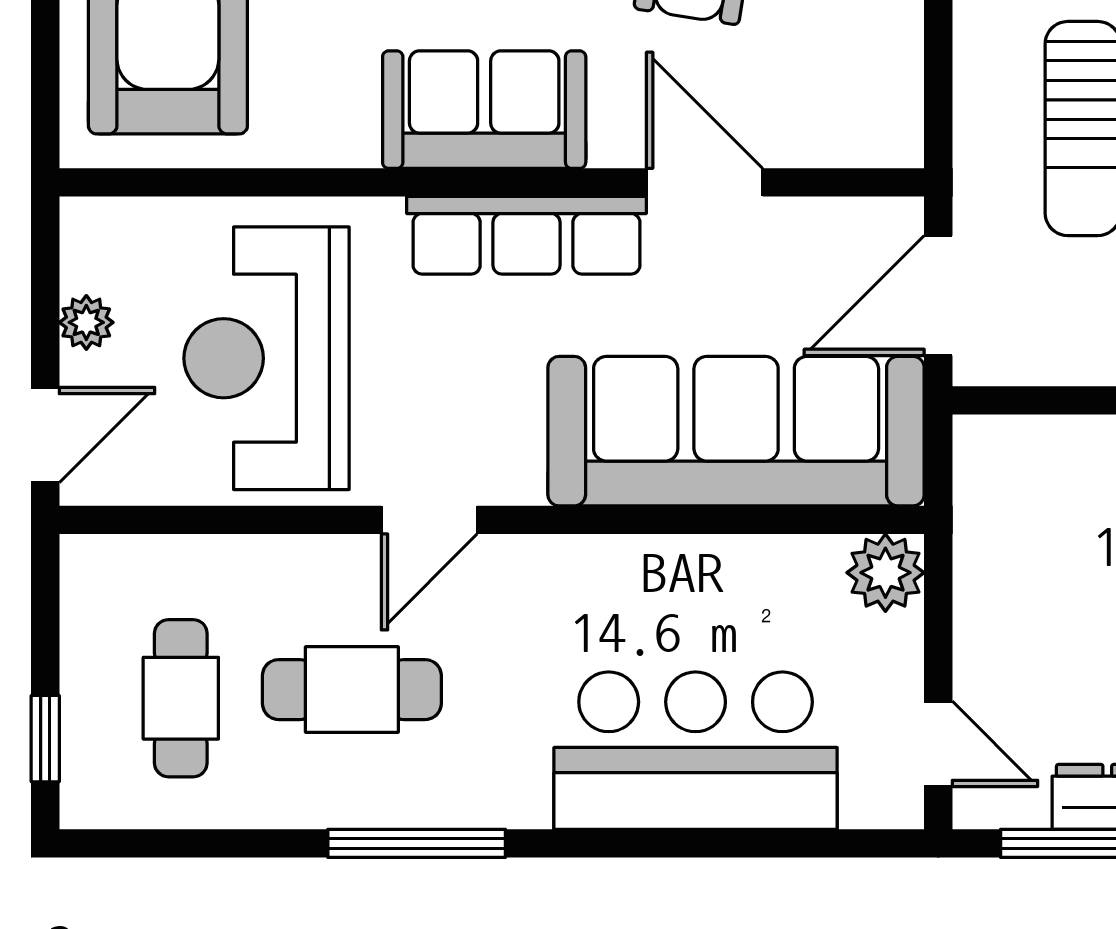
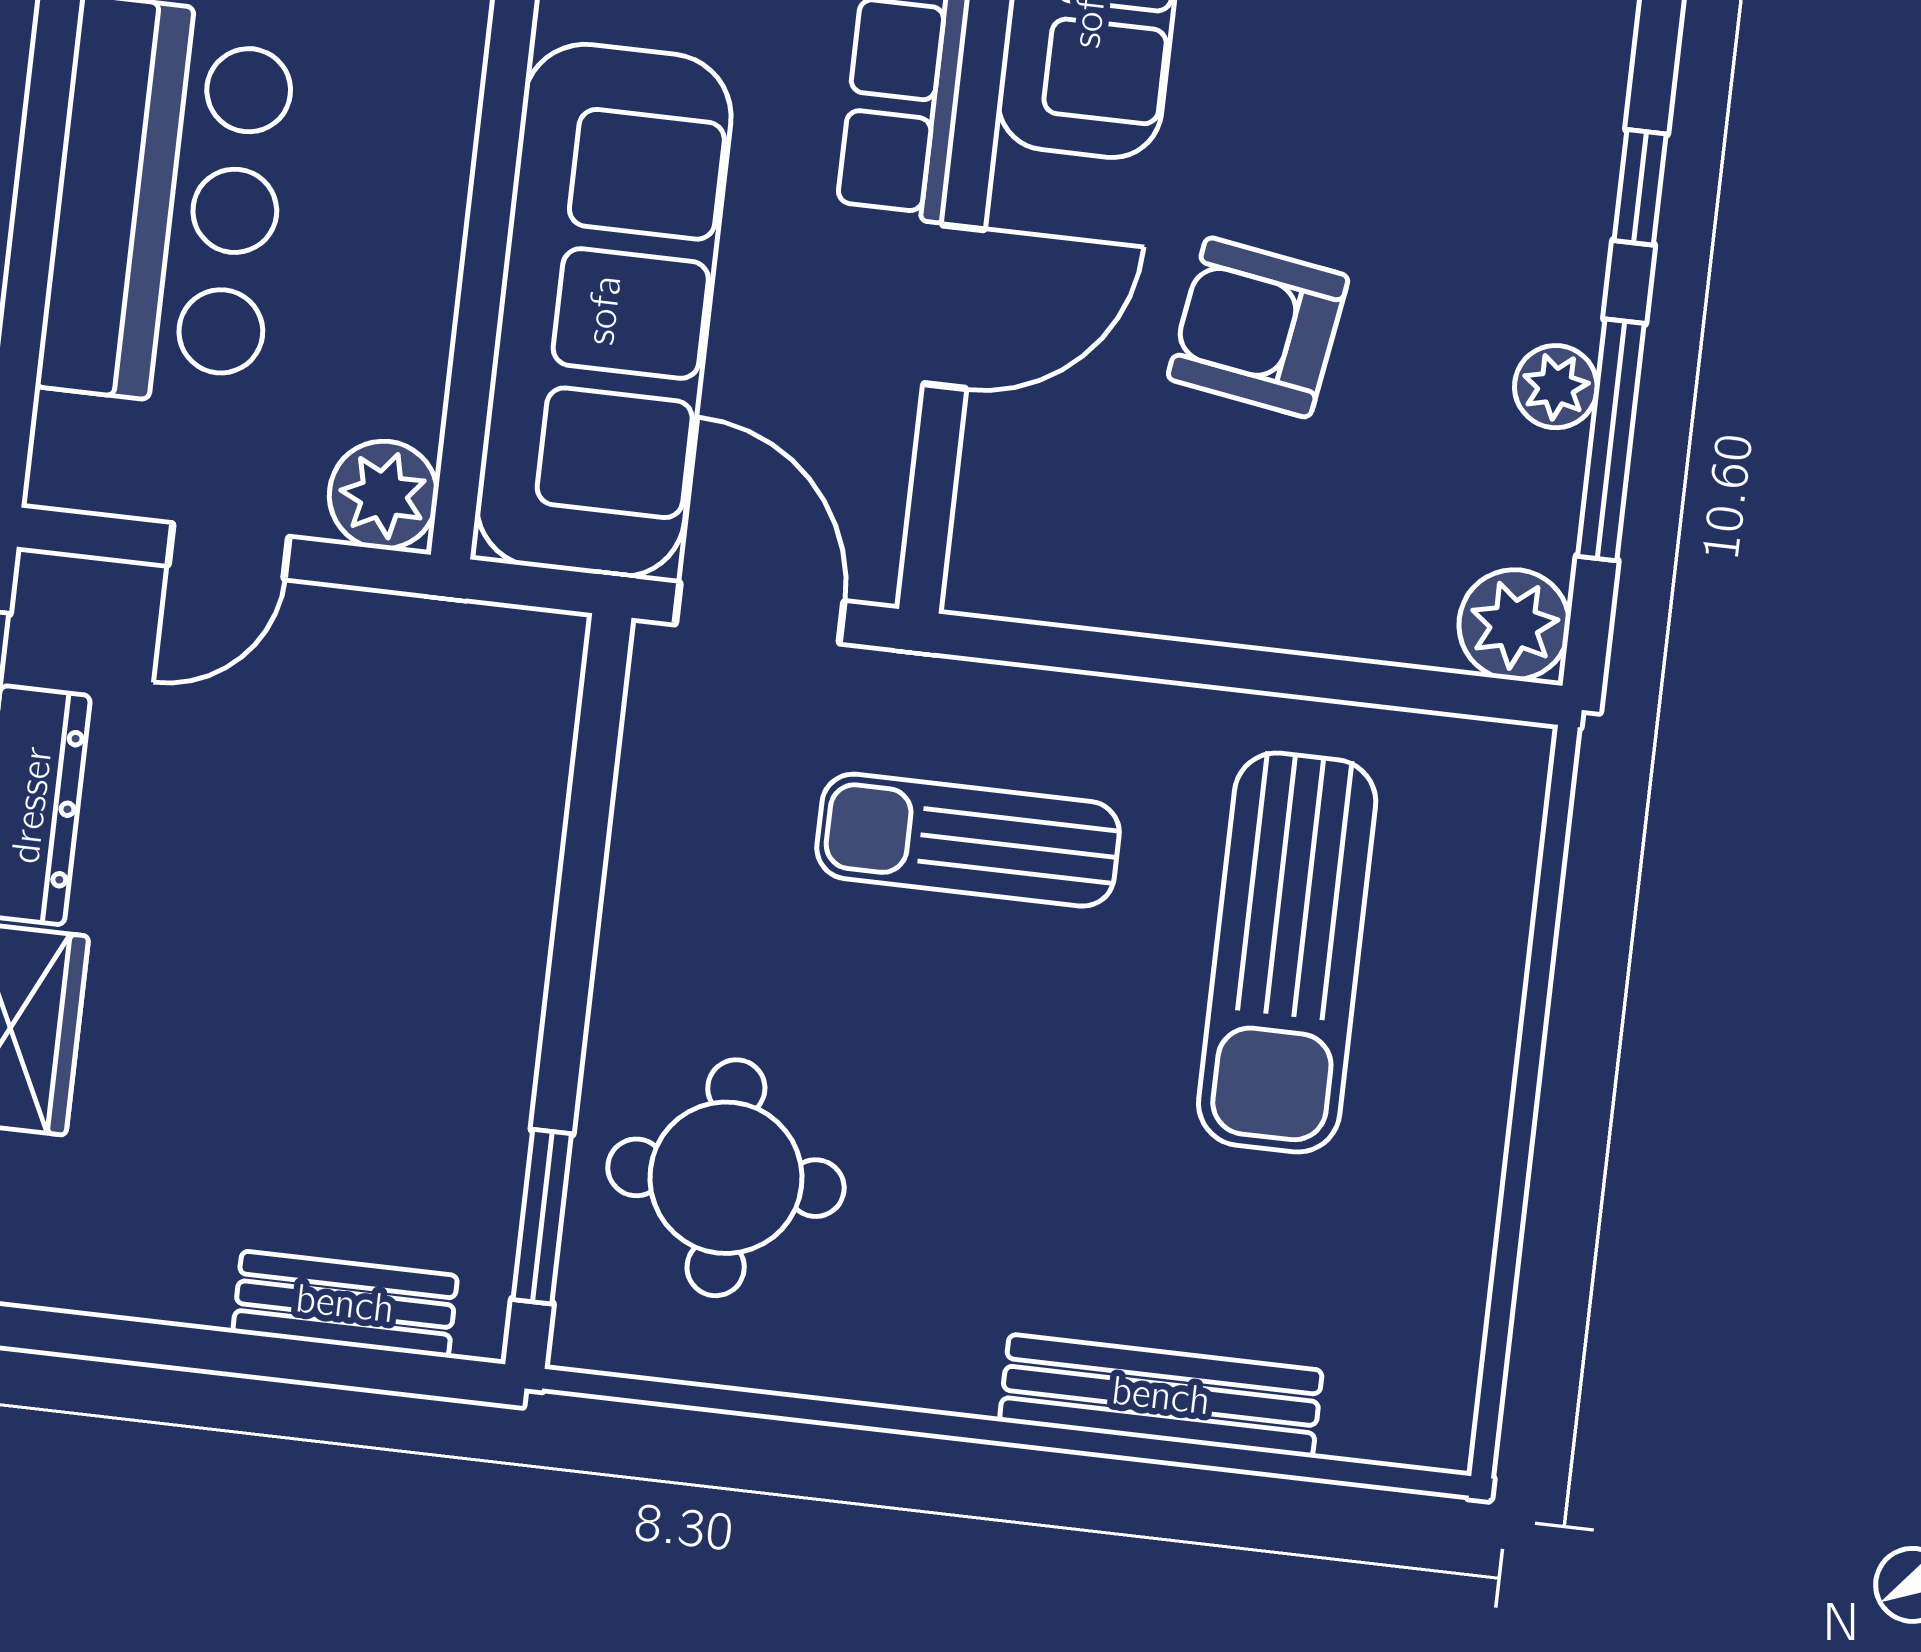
door: (938, 744) -> (228, 551), moved

